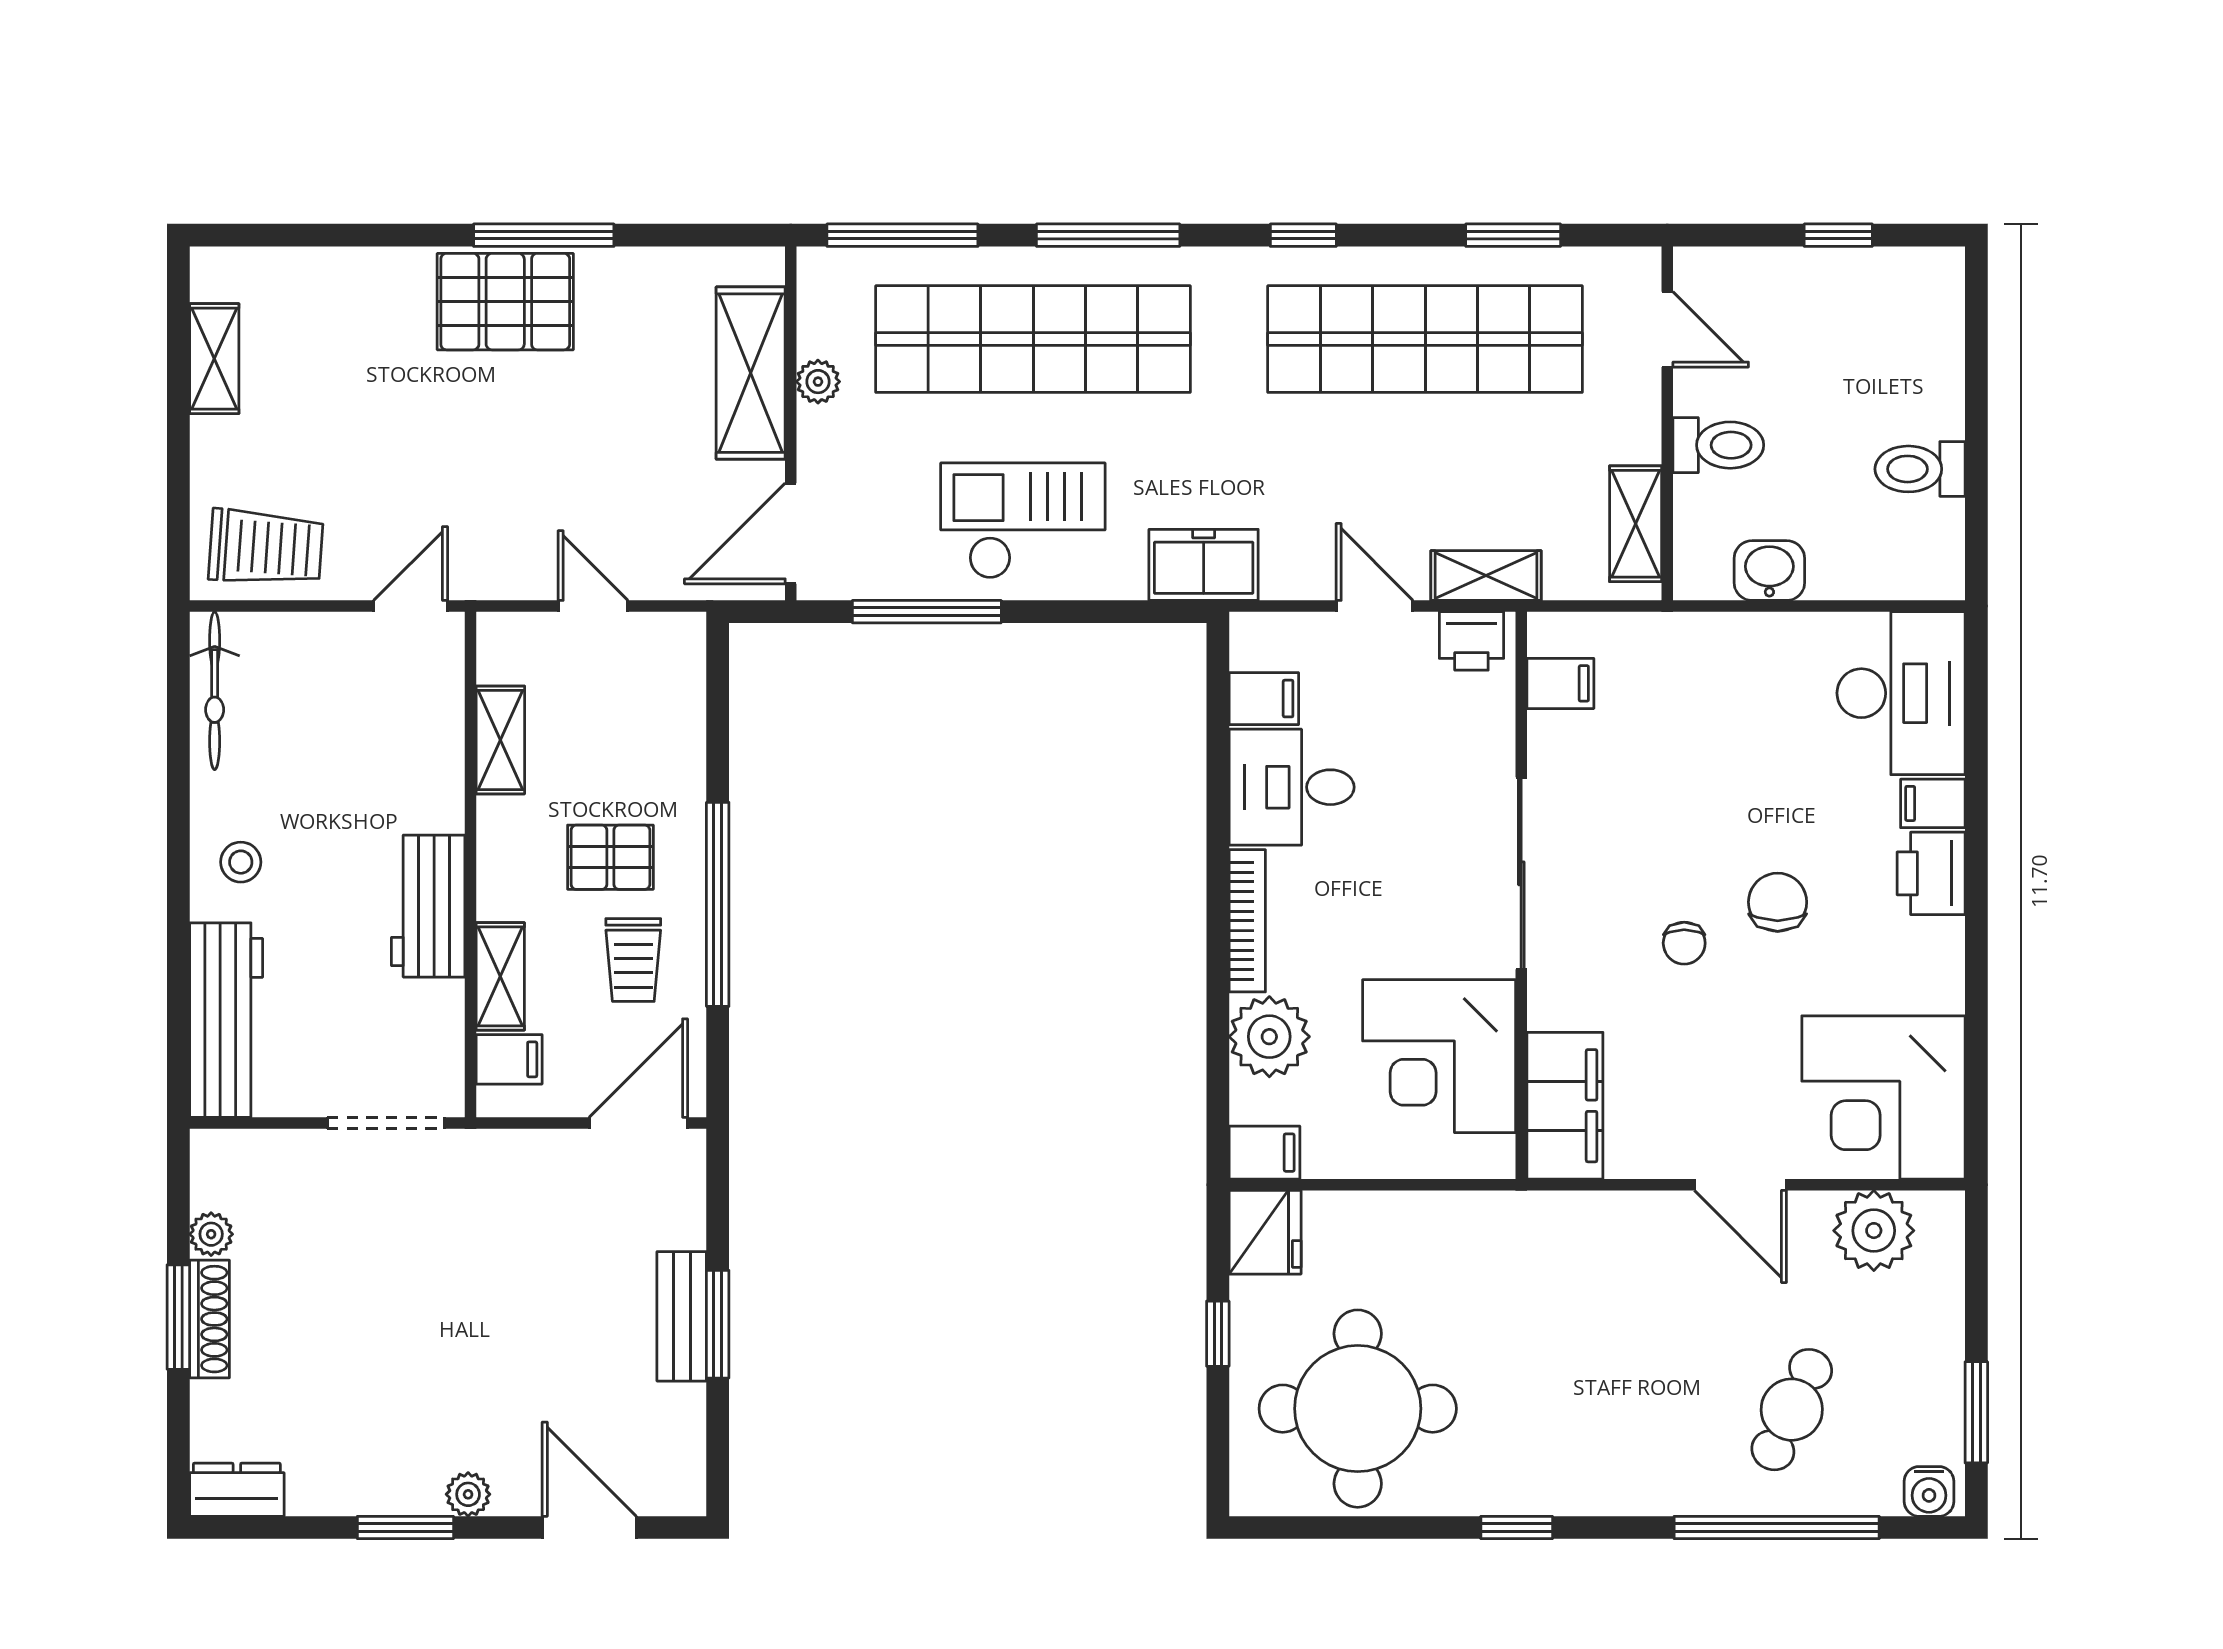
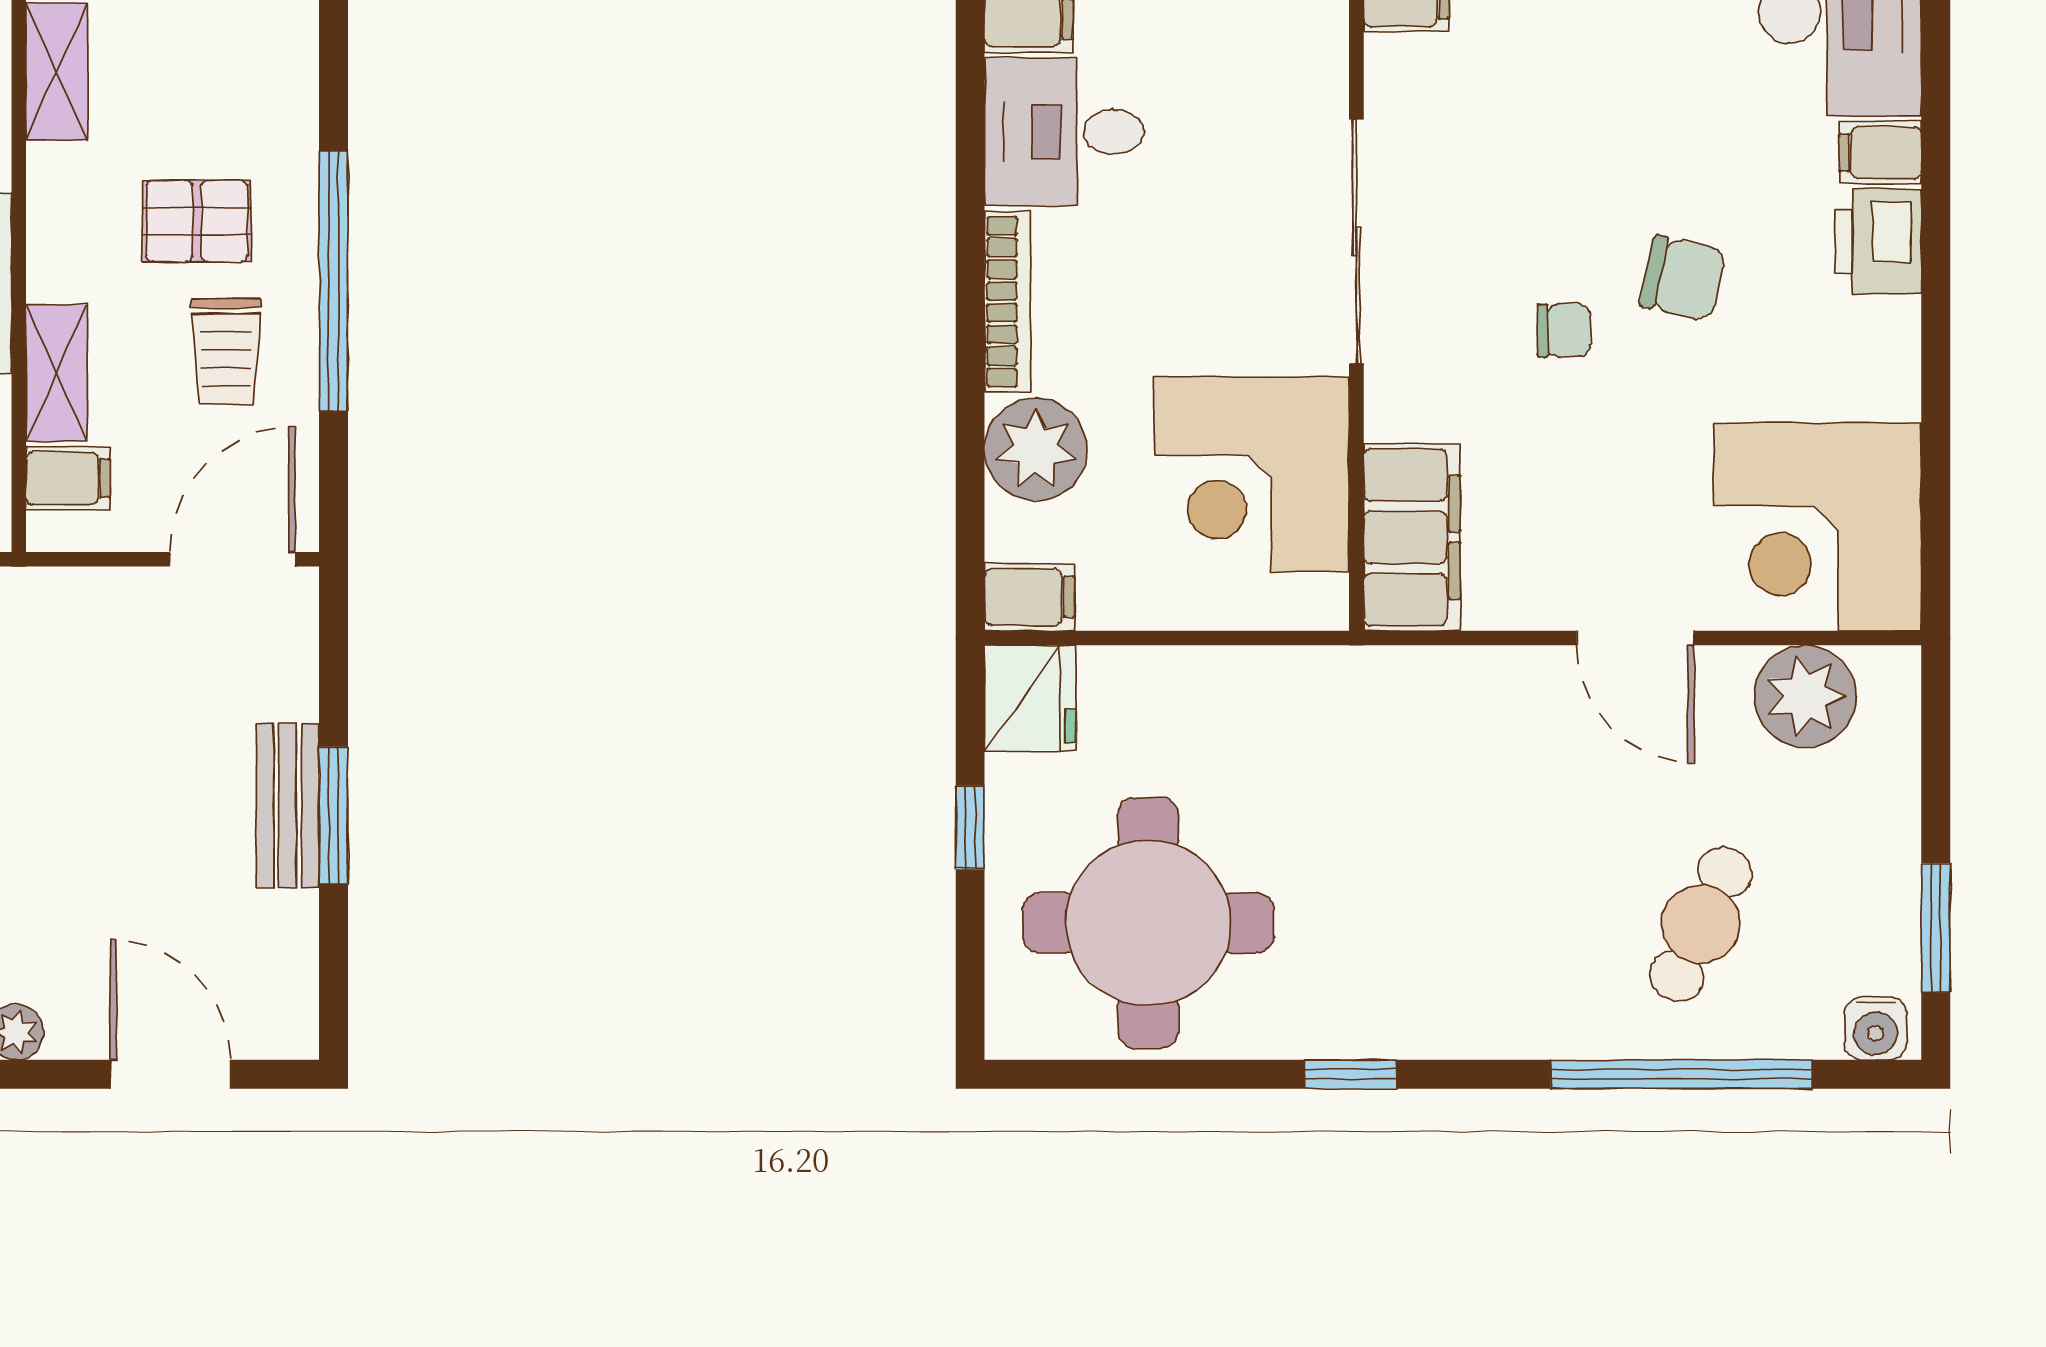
chair: (1778, 902) -> (1683, 278), turned 103
chair: (1684, 943) -> (1564, 330), turned -90

